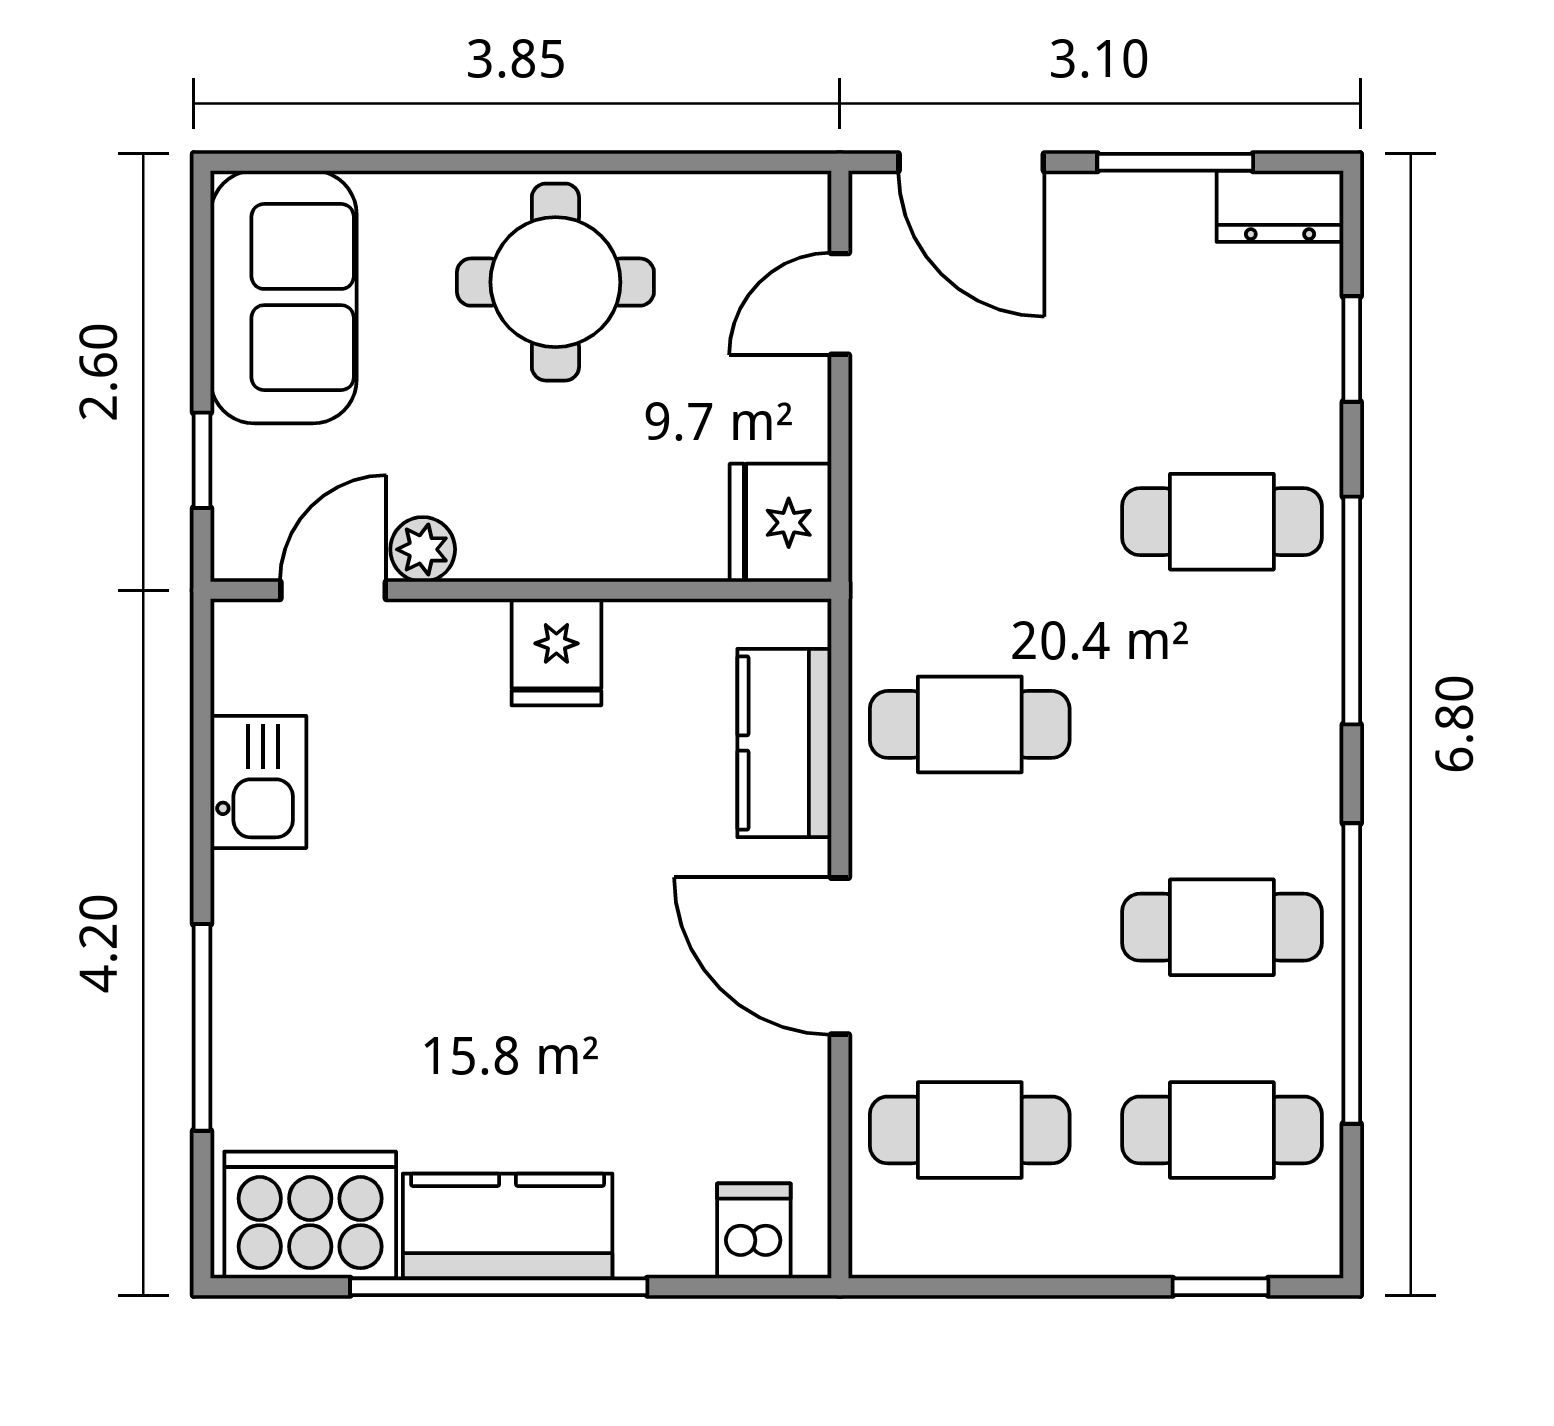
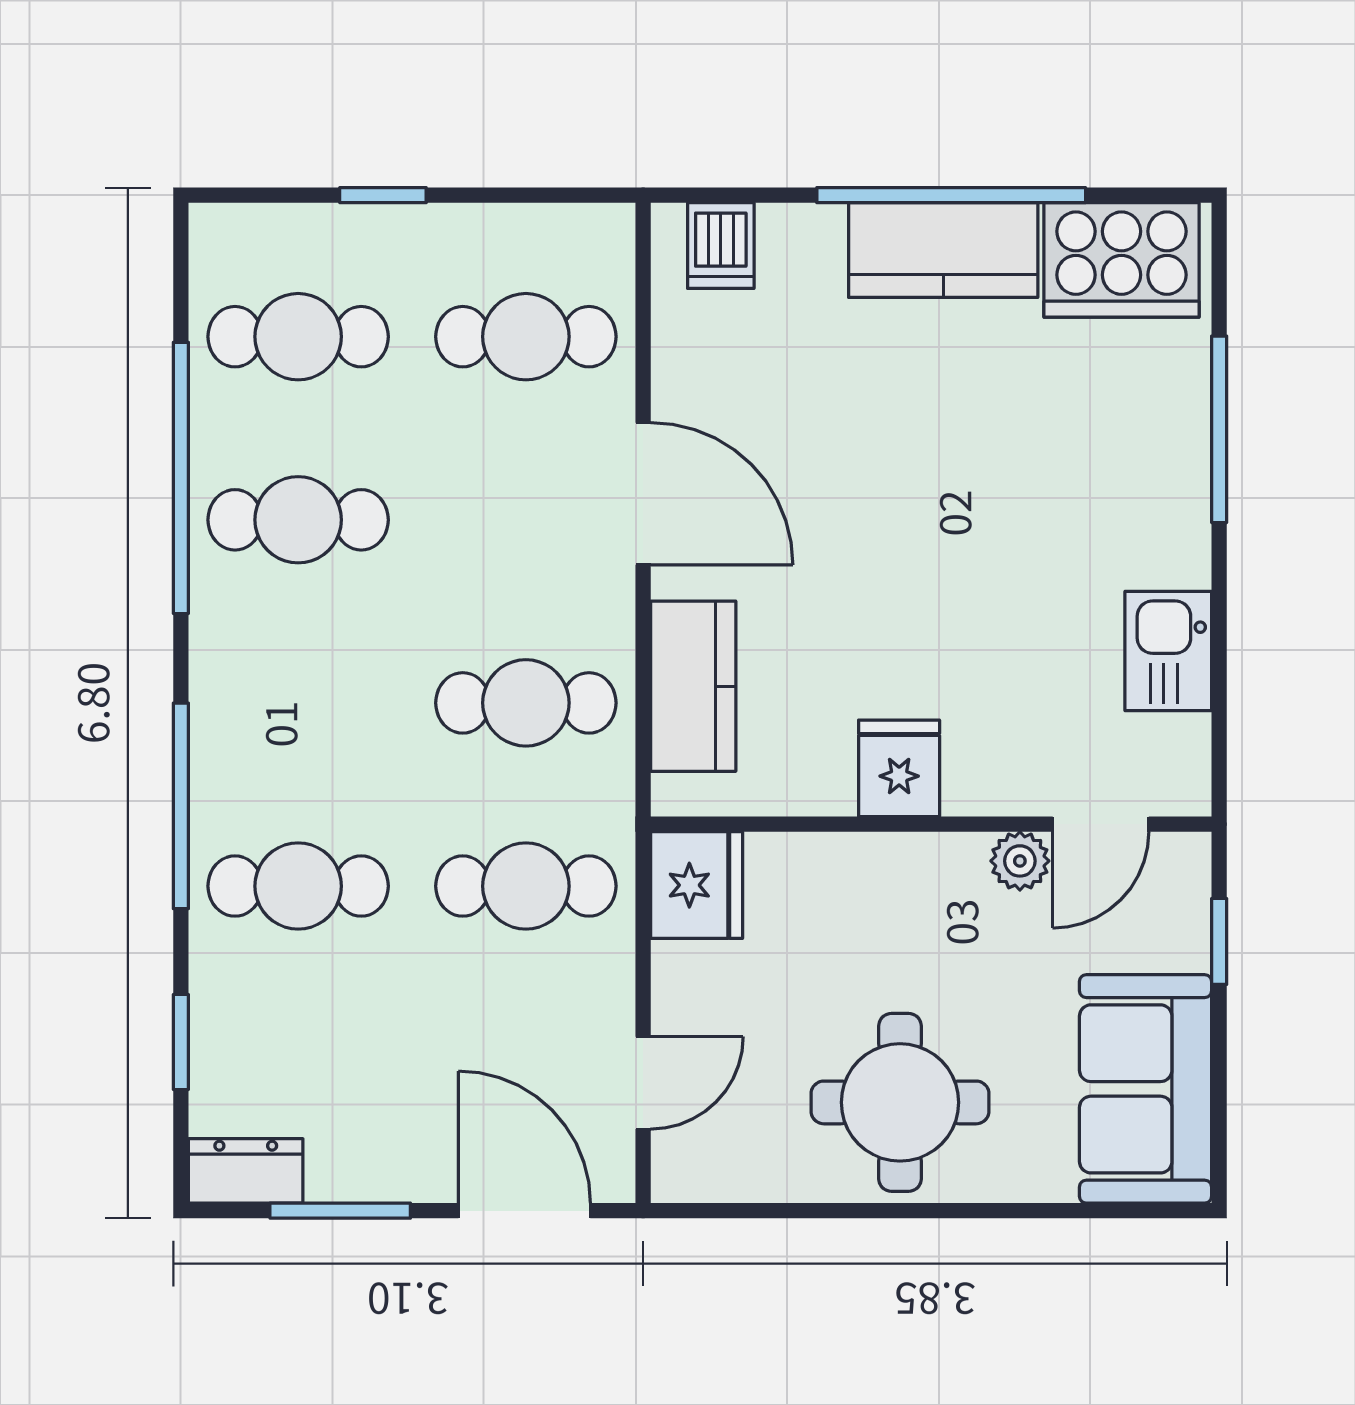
cafe table: (970, 522) -> (526, 886), added
window: (1221, 1287) -> (383, 195), moved

